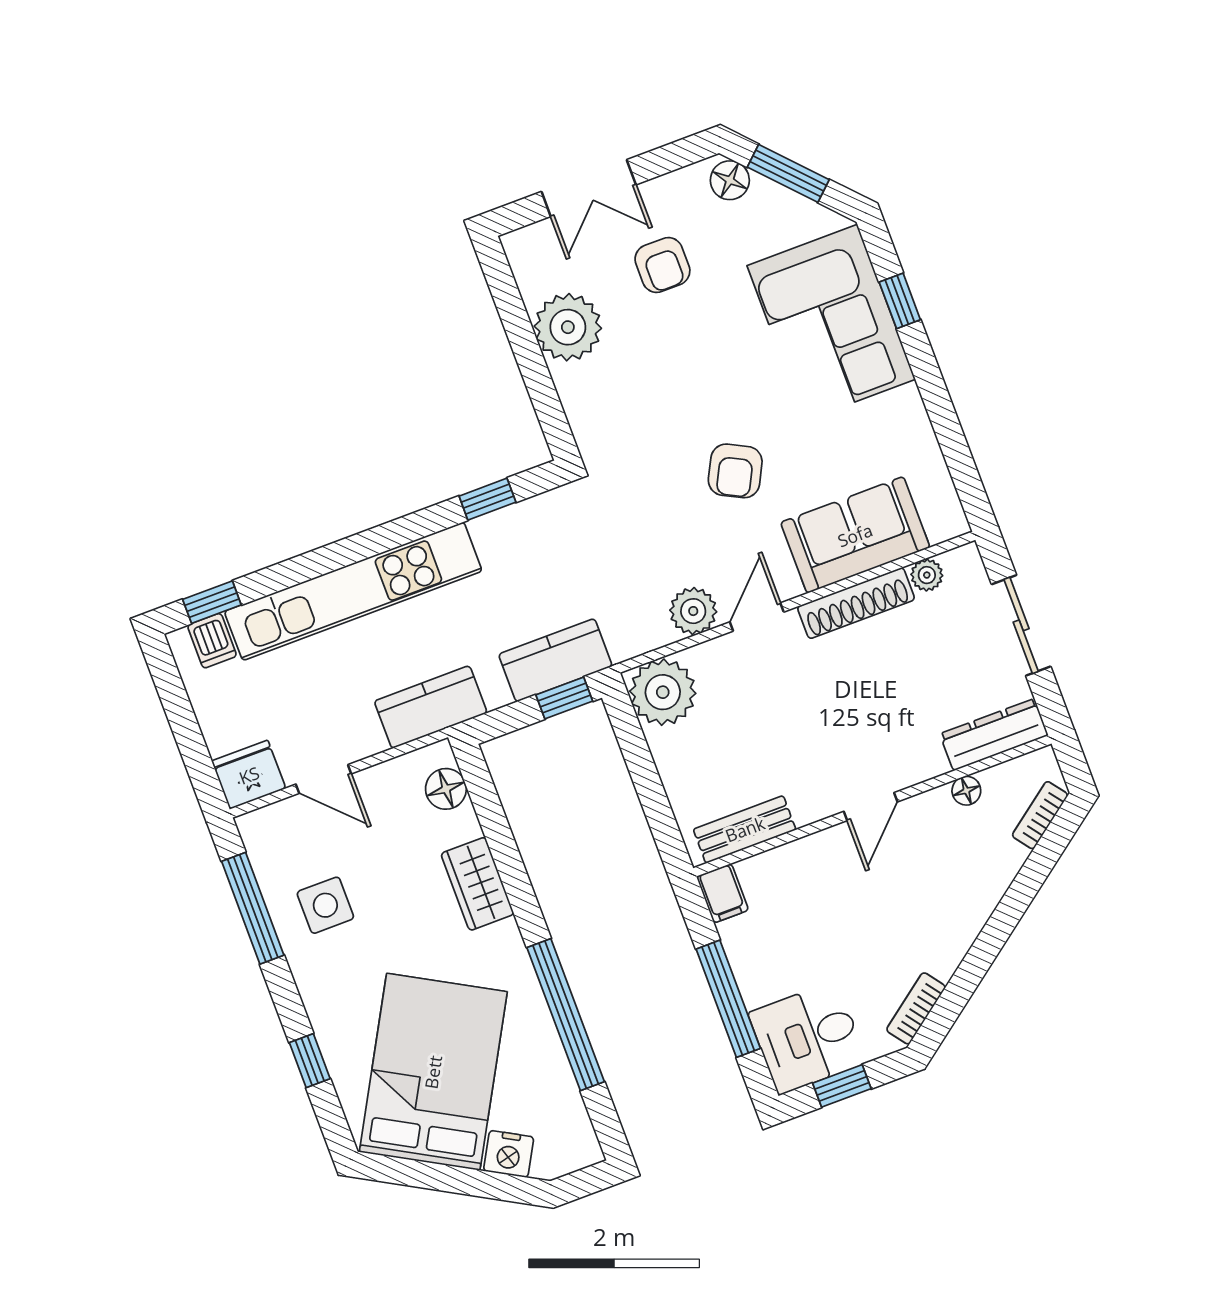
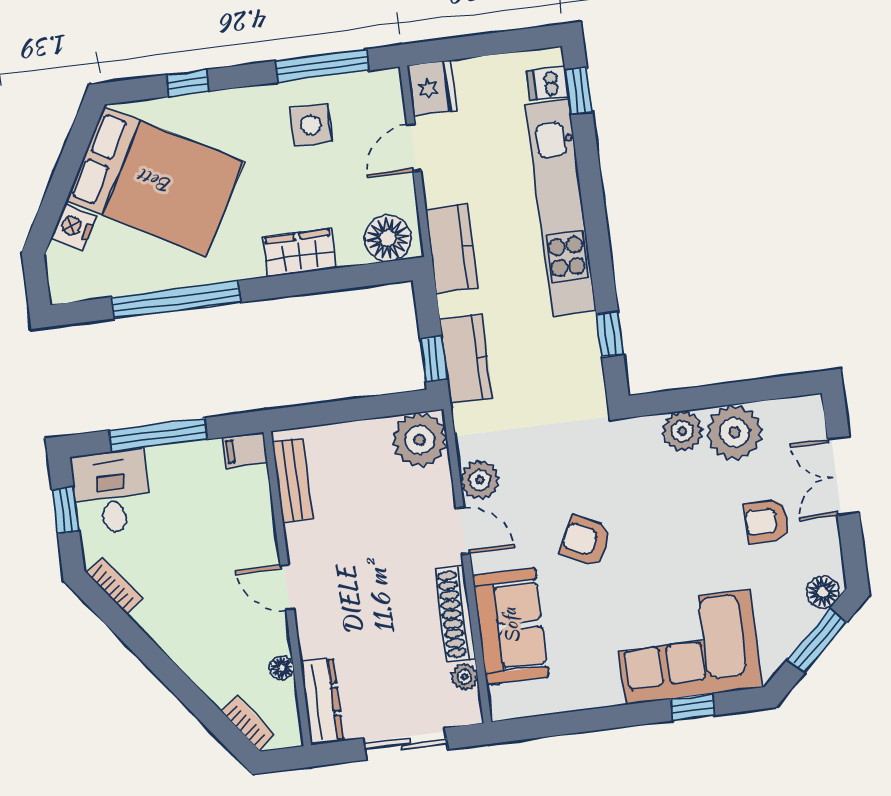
plant: (580, 388) -> (682, 431), added
floor lamp: (446, 789) -> (388, 238), width x1.38, depth x1.38

